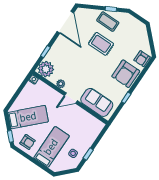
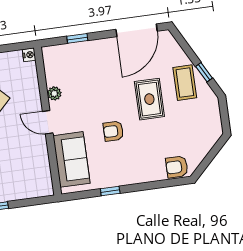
plant: (46, 69) -> (56, 58), removed
armchair: (126, 74) -> (113, 131), moved, width x0.53, depth x0.53

